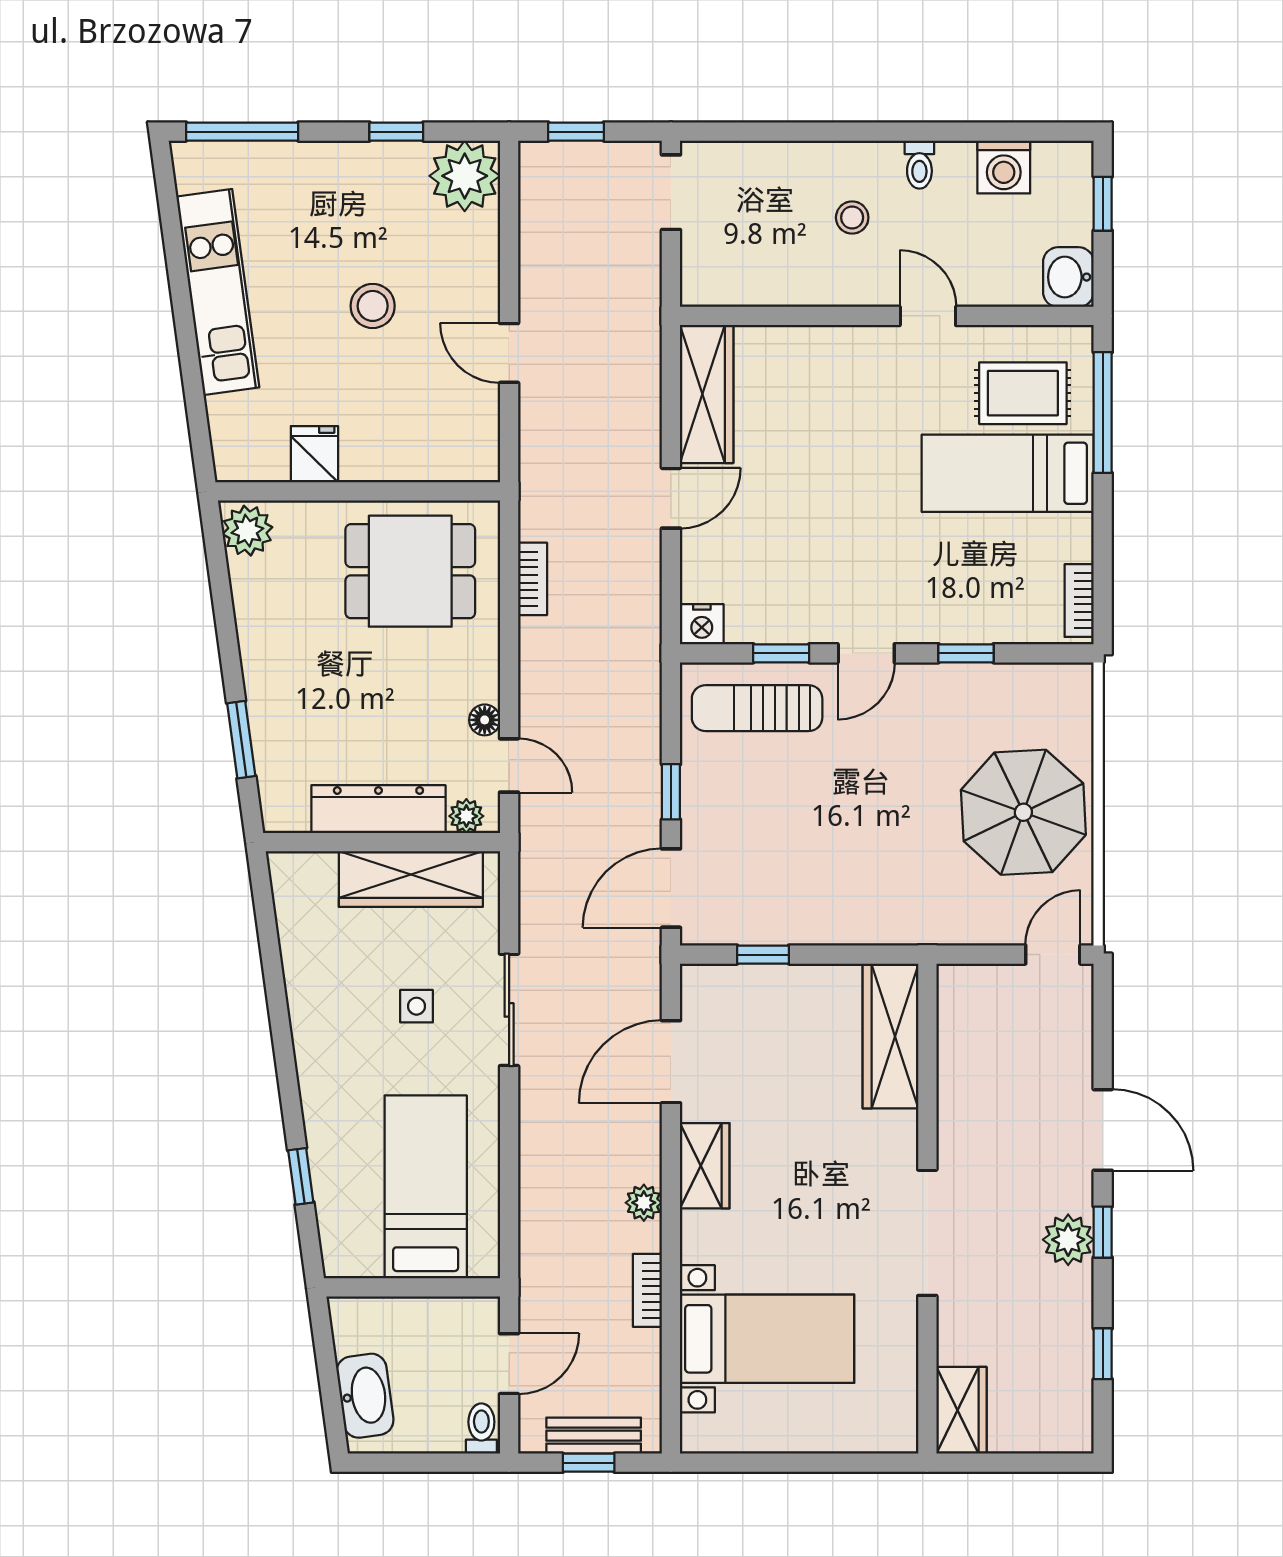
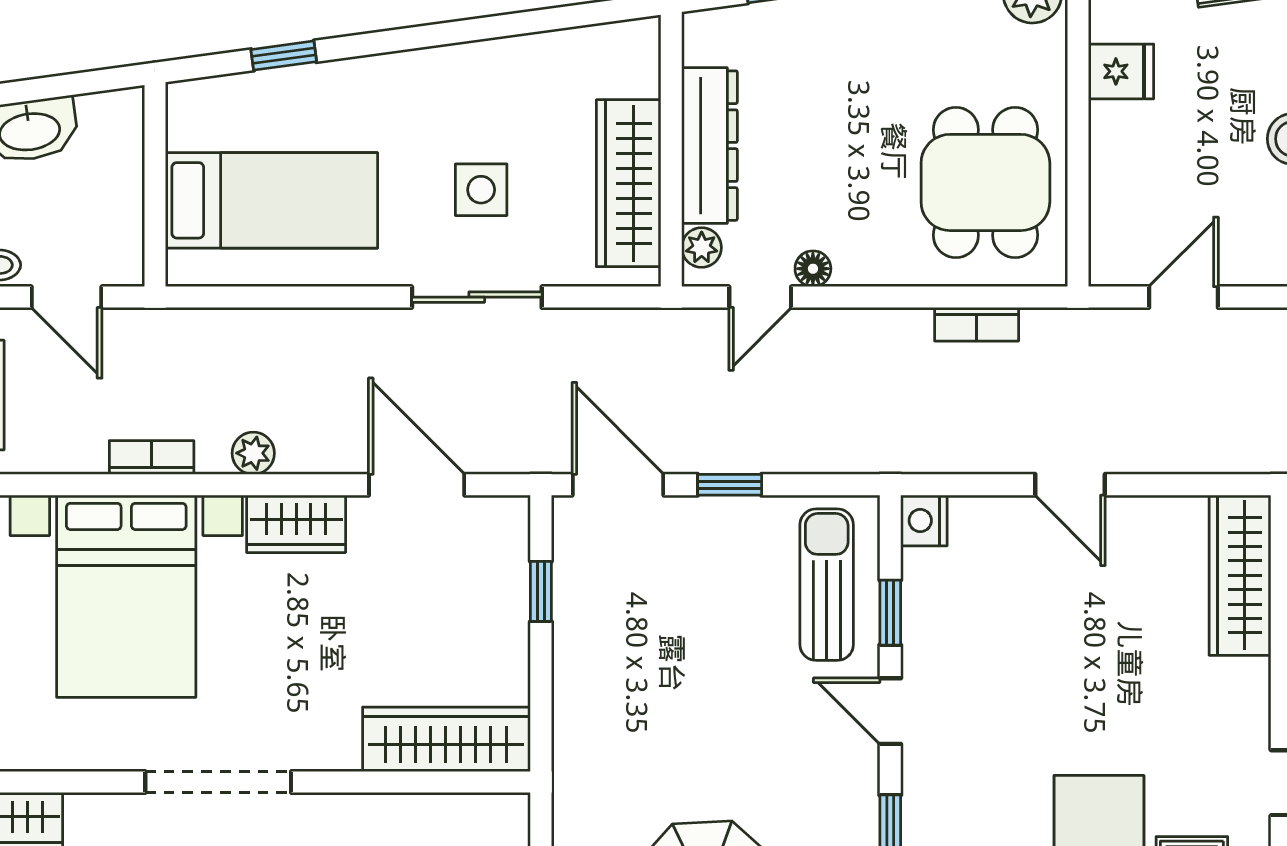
door: (509, 353) -> (1184, 297), moved
wardrobe: (707, 394) -> (1240, 575), moved, turned 90
side table: (416, 1006) -> (481, 190), width x1.37, depth x1.37
bed with nightstands: (767, 1339) -> (126, 596), width x1.36

